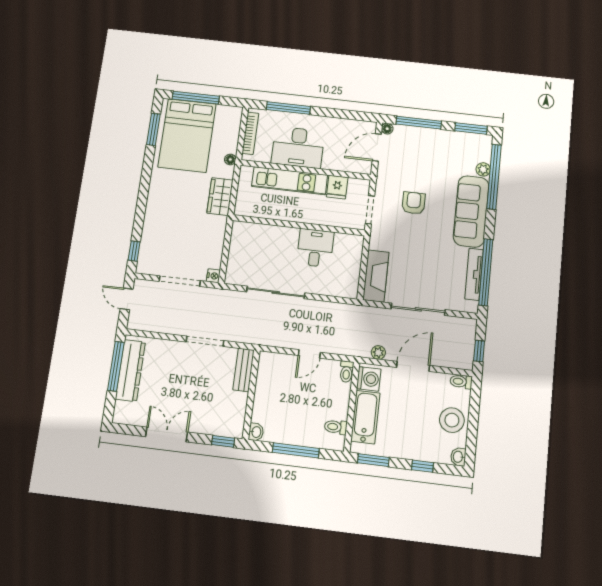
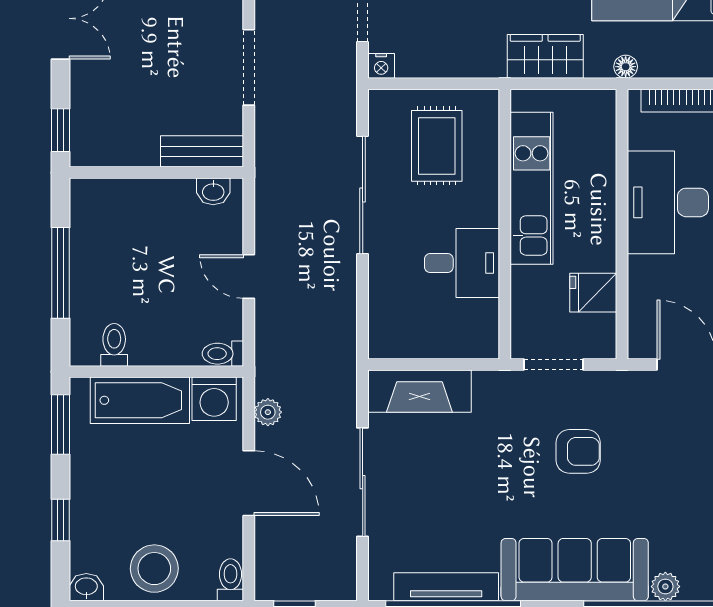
kitchen unit: (290, 181) -> (532, 188), moved, turned 180
rug: (256, 253) -> (437, 146), added
washbasin: (256, 432) -> (213, 191), moved

